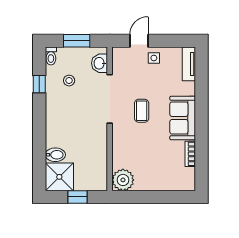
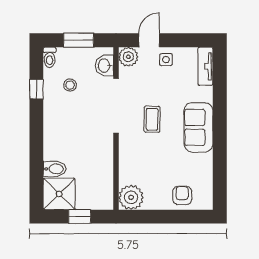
plant: (121, 55) -> (128, 57), added
bookcase: (190, 154) -> (207, 168), removed
armchair: (168, 178) -> (182, 195), added

